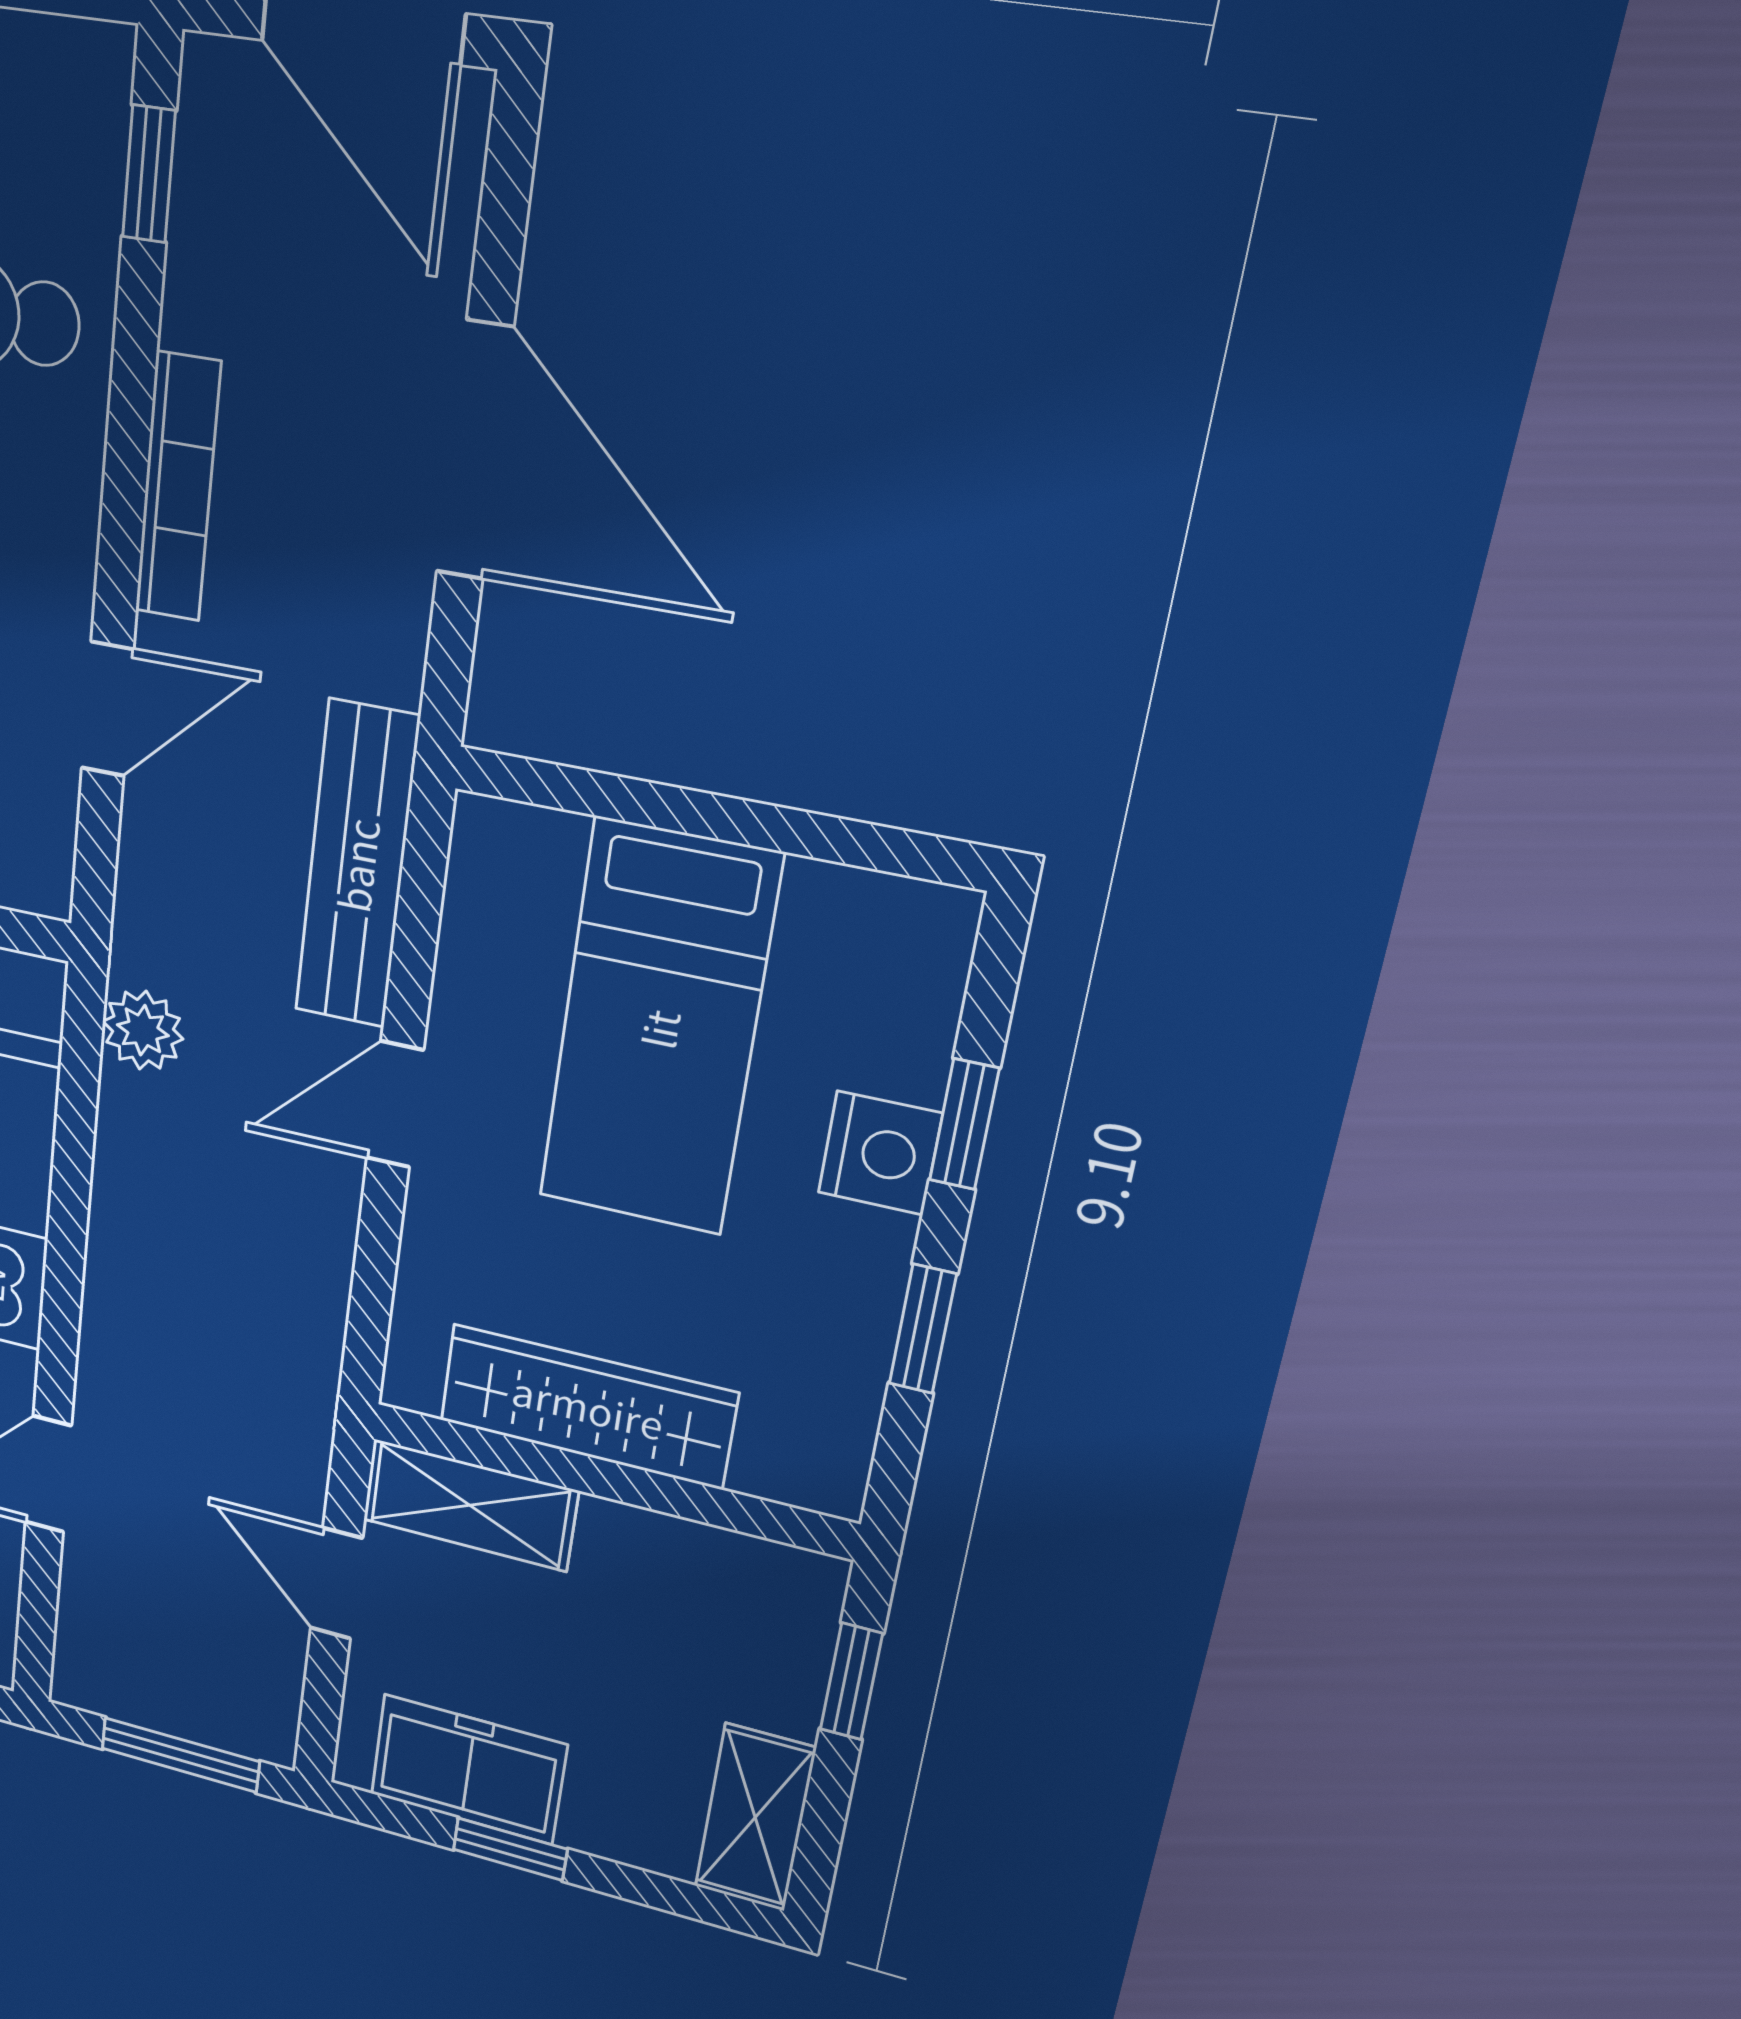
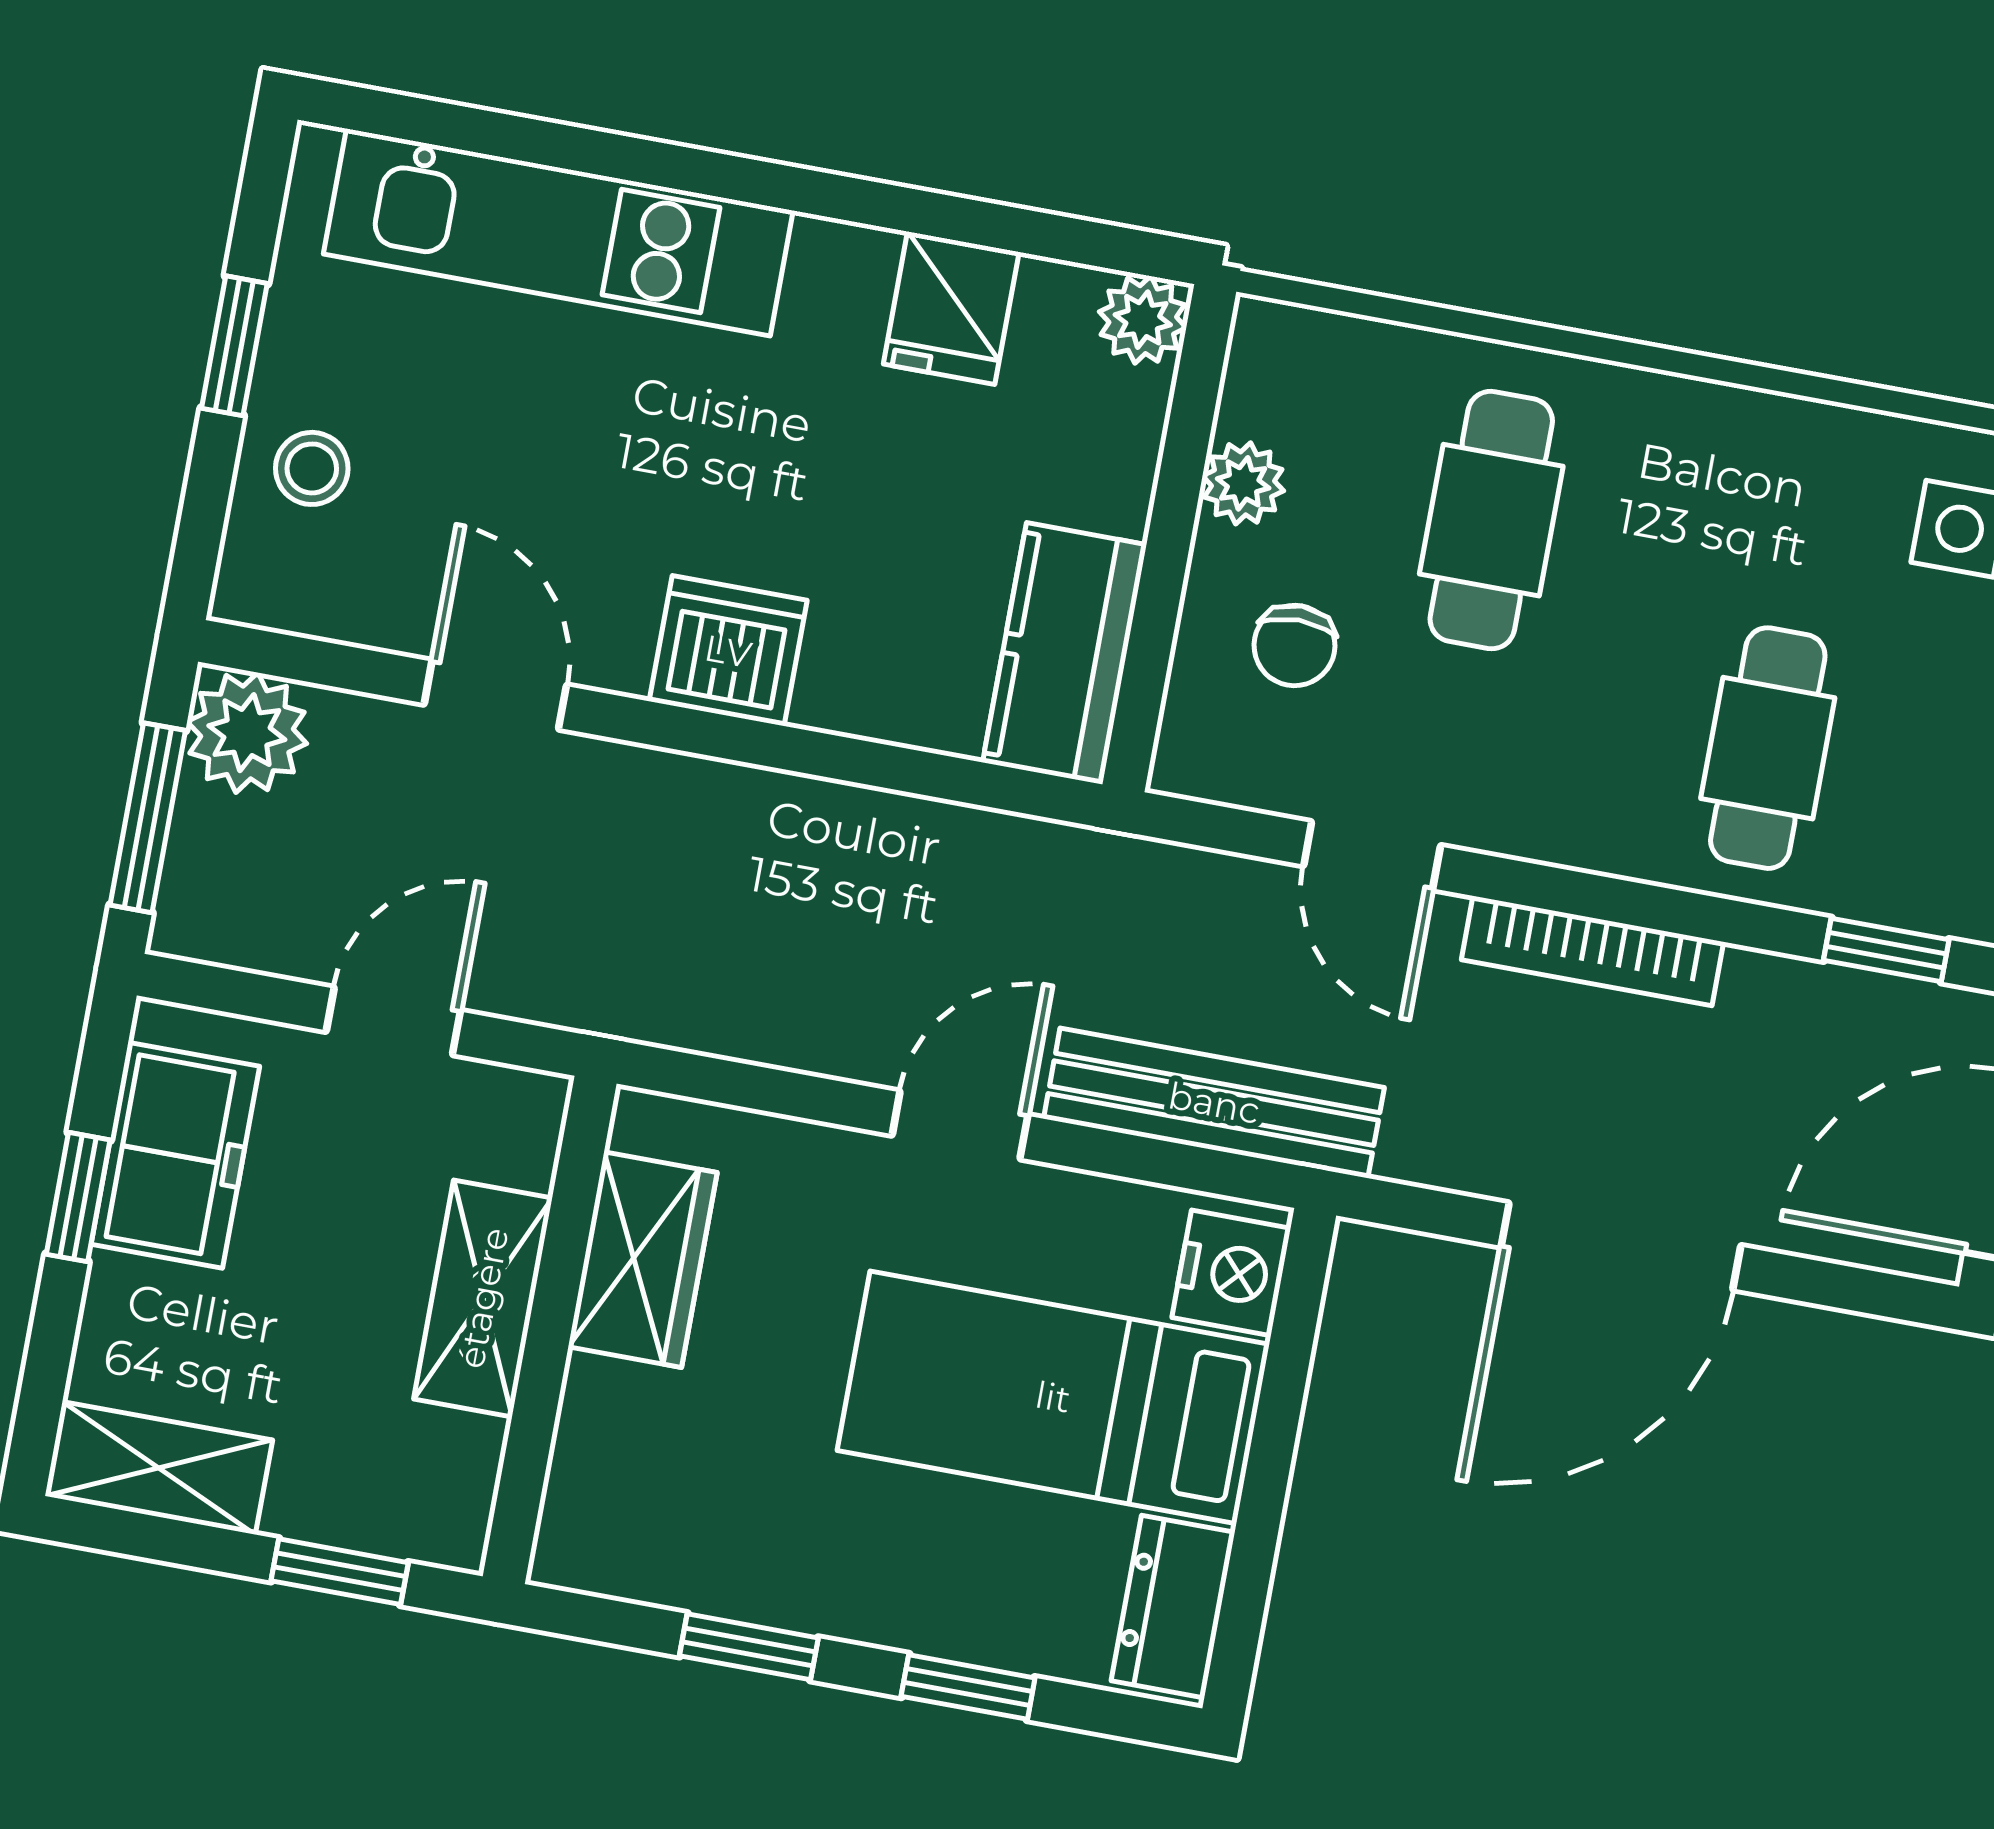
dresser: (875, 918) -> (1173, 1607), added
plant: (143, 1030) -> (247, 733), moved, width x1.38, depth x1.38
door: (395, 1104) -> (960, 1125), hinge flipped
nightstand: (880, 1153) -> (1231, 1273), moved, turned -90
wardrobe: (588, 1407) -> (643, 1260), width x0.67
shelving: (470, 1505) -> (483, 1298), moved

